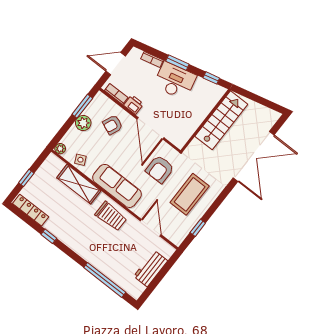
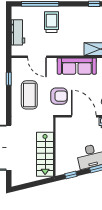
armchair: (160, 169) -> (59, 96), turned 90
trolley: (111, 216) -> (52, 22), moved, turned 90

